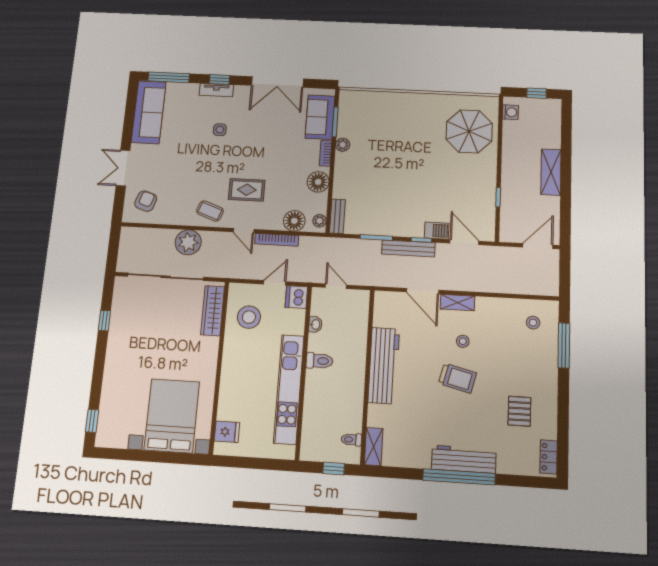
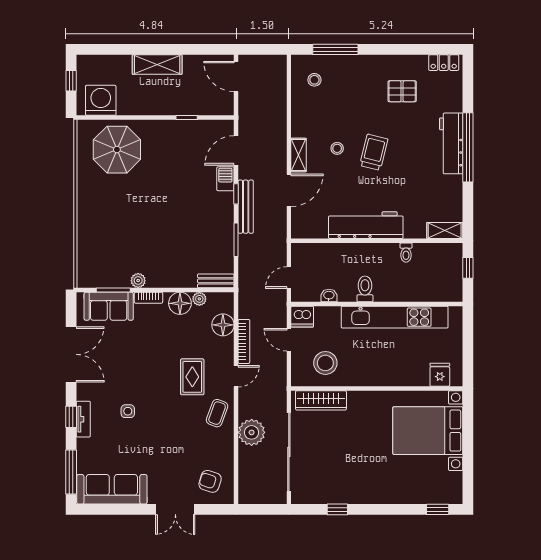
washing machine: (510, 112) -> (101, 100), width x1.89, depth x1.89
plant: (320, 221) -> (199, 299), moved
toilet: (351, 440) -> (406, 253), moved

